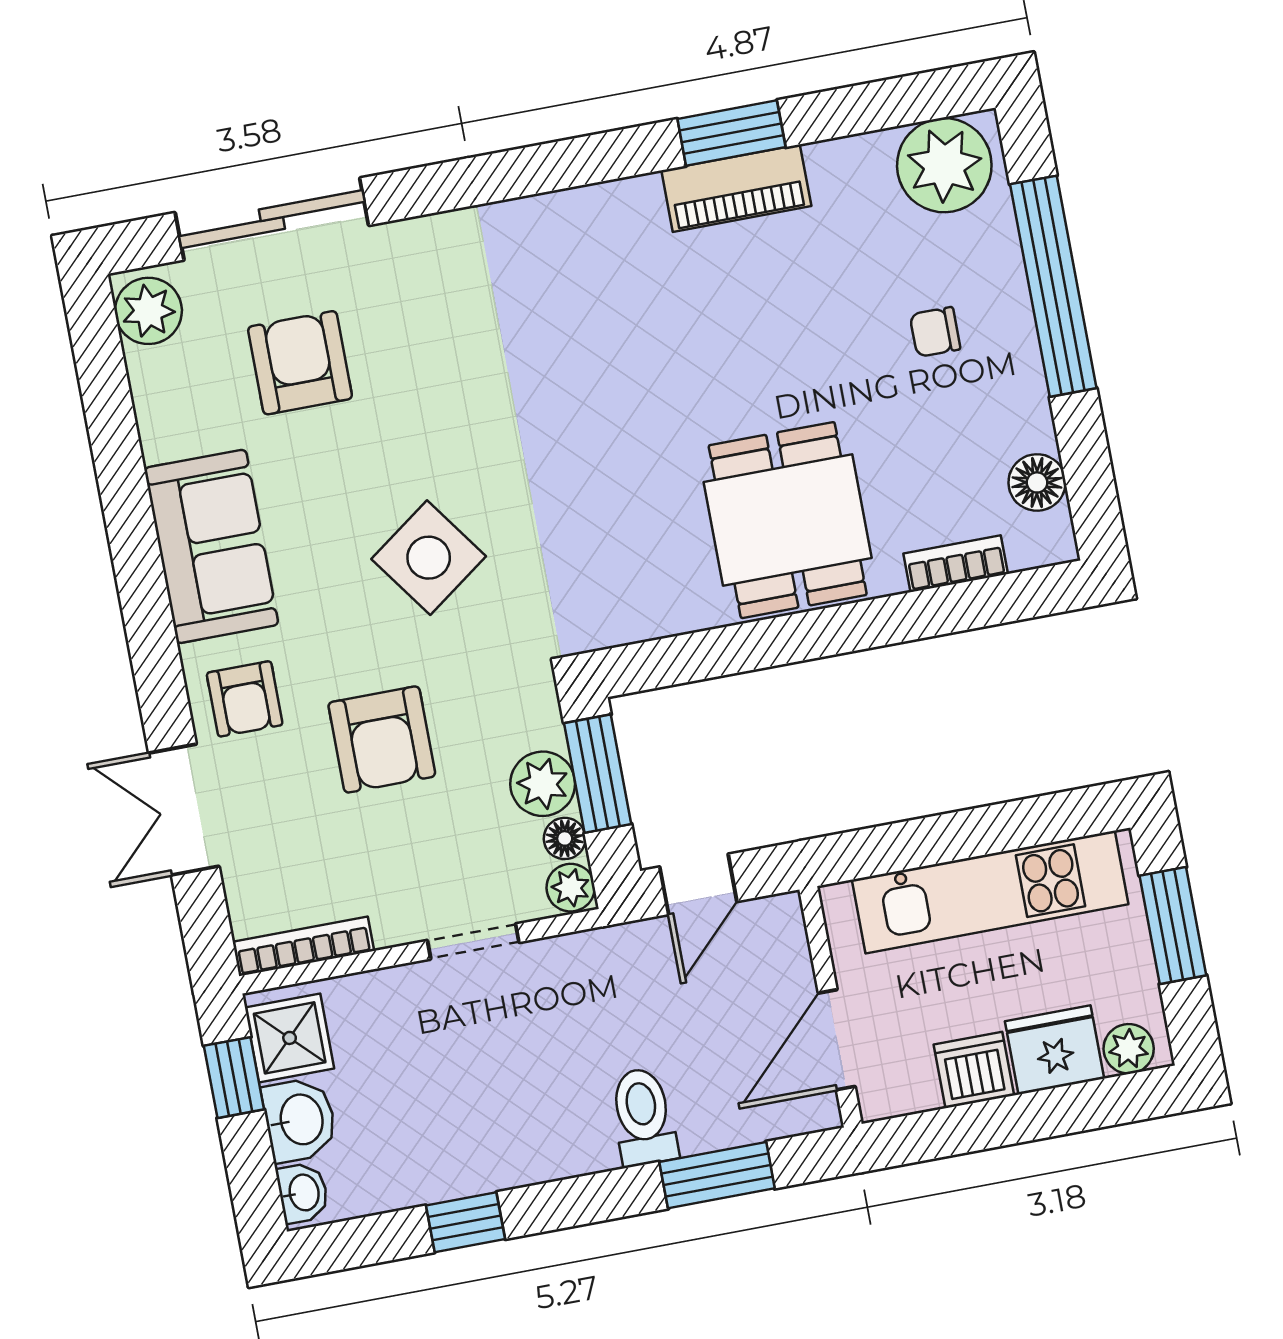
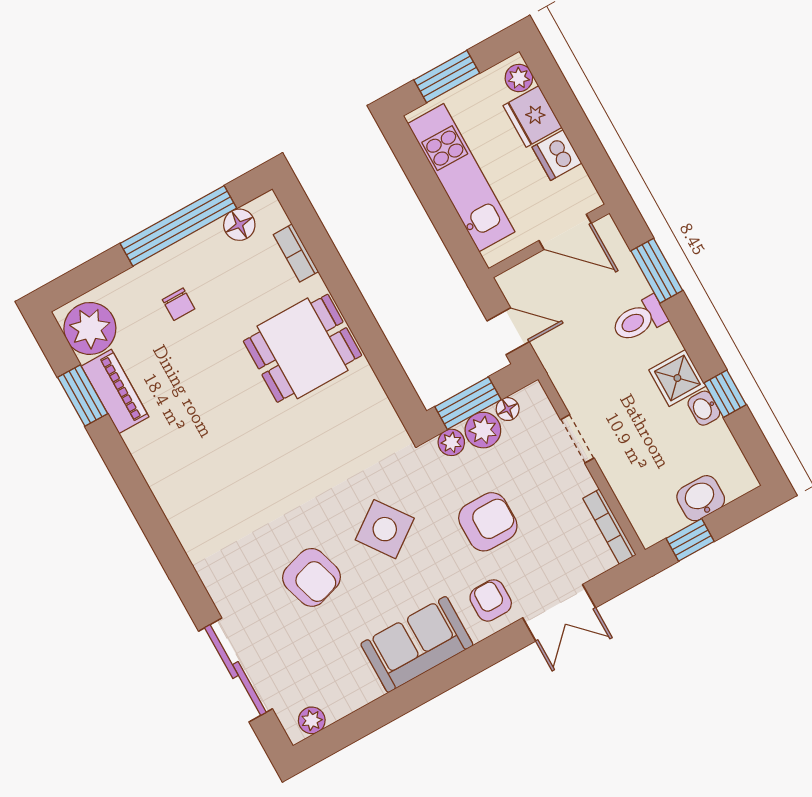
window: (731, 133) -> (83, 396), moved
piano: (736, 188) -> (115, 391), moved
window: (1053, 286) -> (178, 226), moved
plant: (148, 311) -> (312, 720), width x0.73, depth x0.73
armchair: (300, 363) -> (312, 577), moved, turned -107
armchair: (245, 699) -> (491, 600), turned -90
plant: (571, 888) -> (451, 442), moved
shower: (290, 1038) -> (677, 378), moved
washbasin: (303, 1193) -> (704, 408), moved, turned -90

